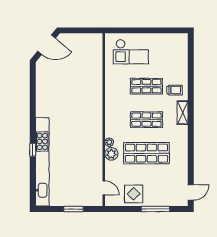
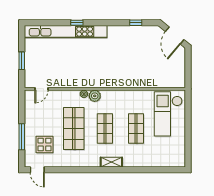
checkout: (131, 52) -> (168, 114), width x1.36, depth x1.21
window: (33, 86) -> (136, 23), added
trolley: (175, 90) -> (132, 155), removed
plant: (111, 154) -> (95, 96), moved
display table: (134, 194) -> (44, 145), moved

